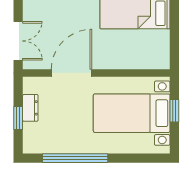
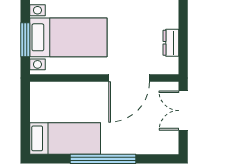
window: (174, 111) -> (25, 40), width x1.50
window: (18, 118) -> (183, 32), removed

